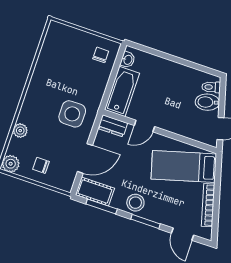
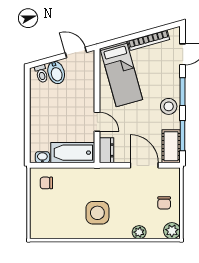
side table: (72, 114) -> (97, 213), moved

